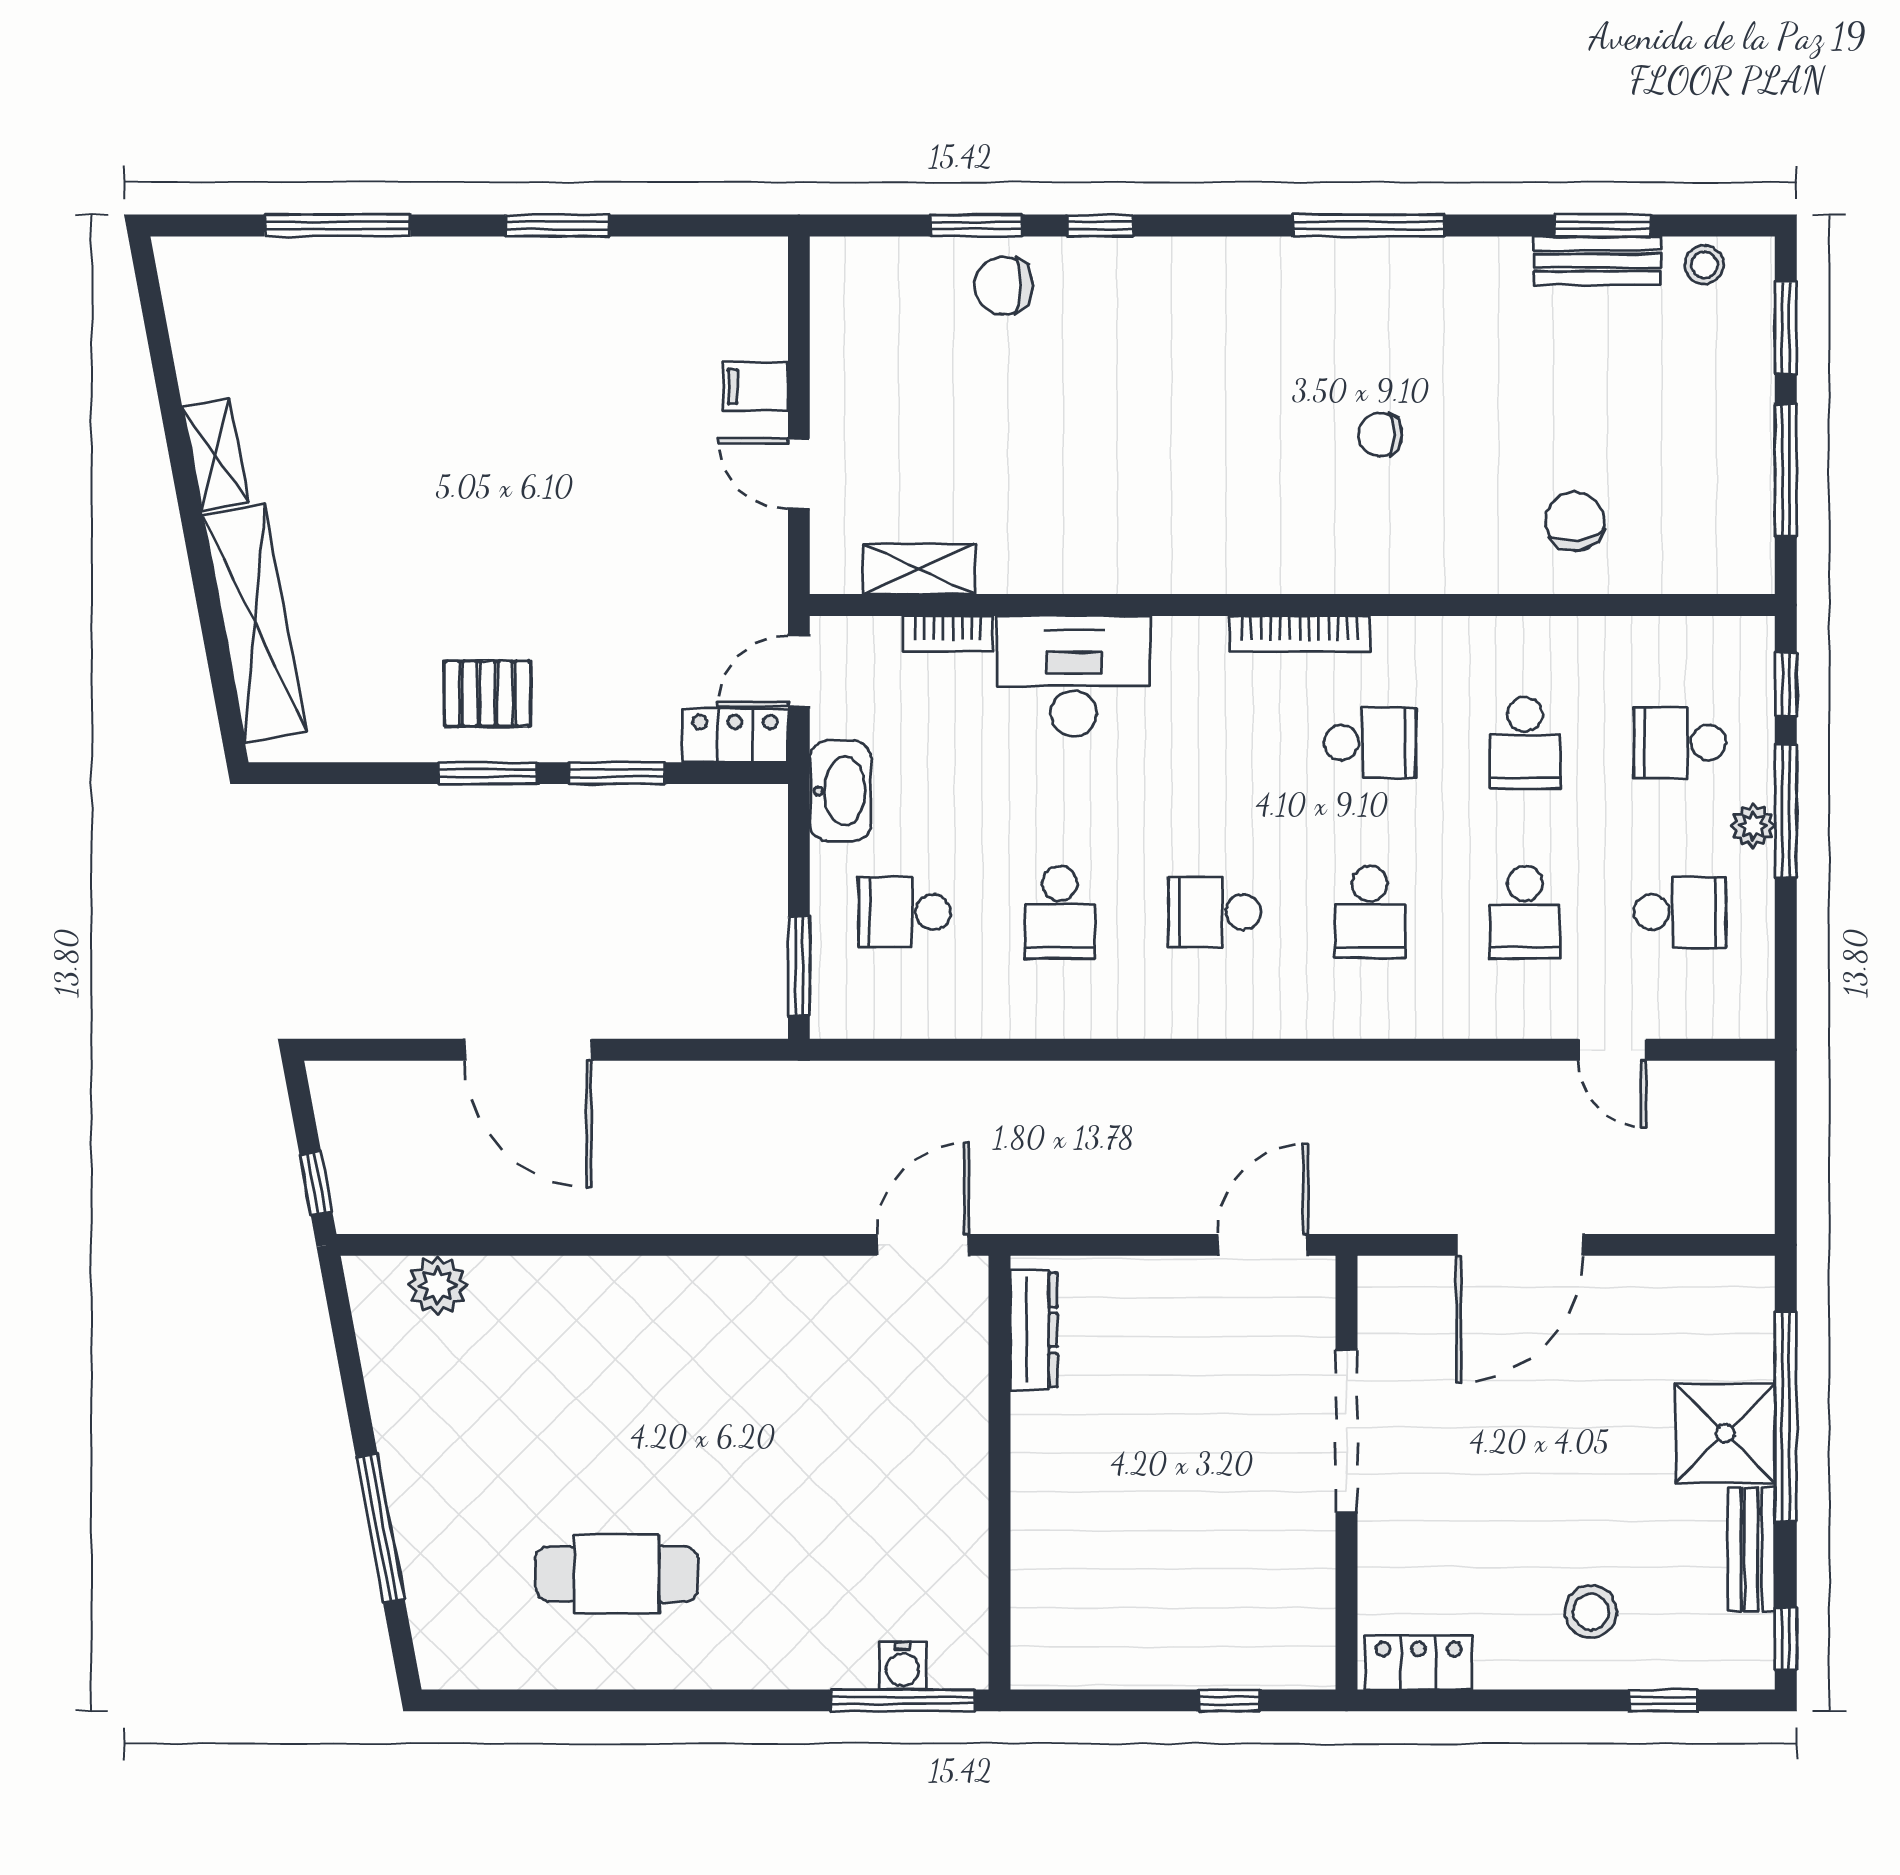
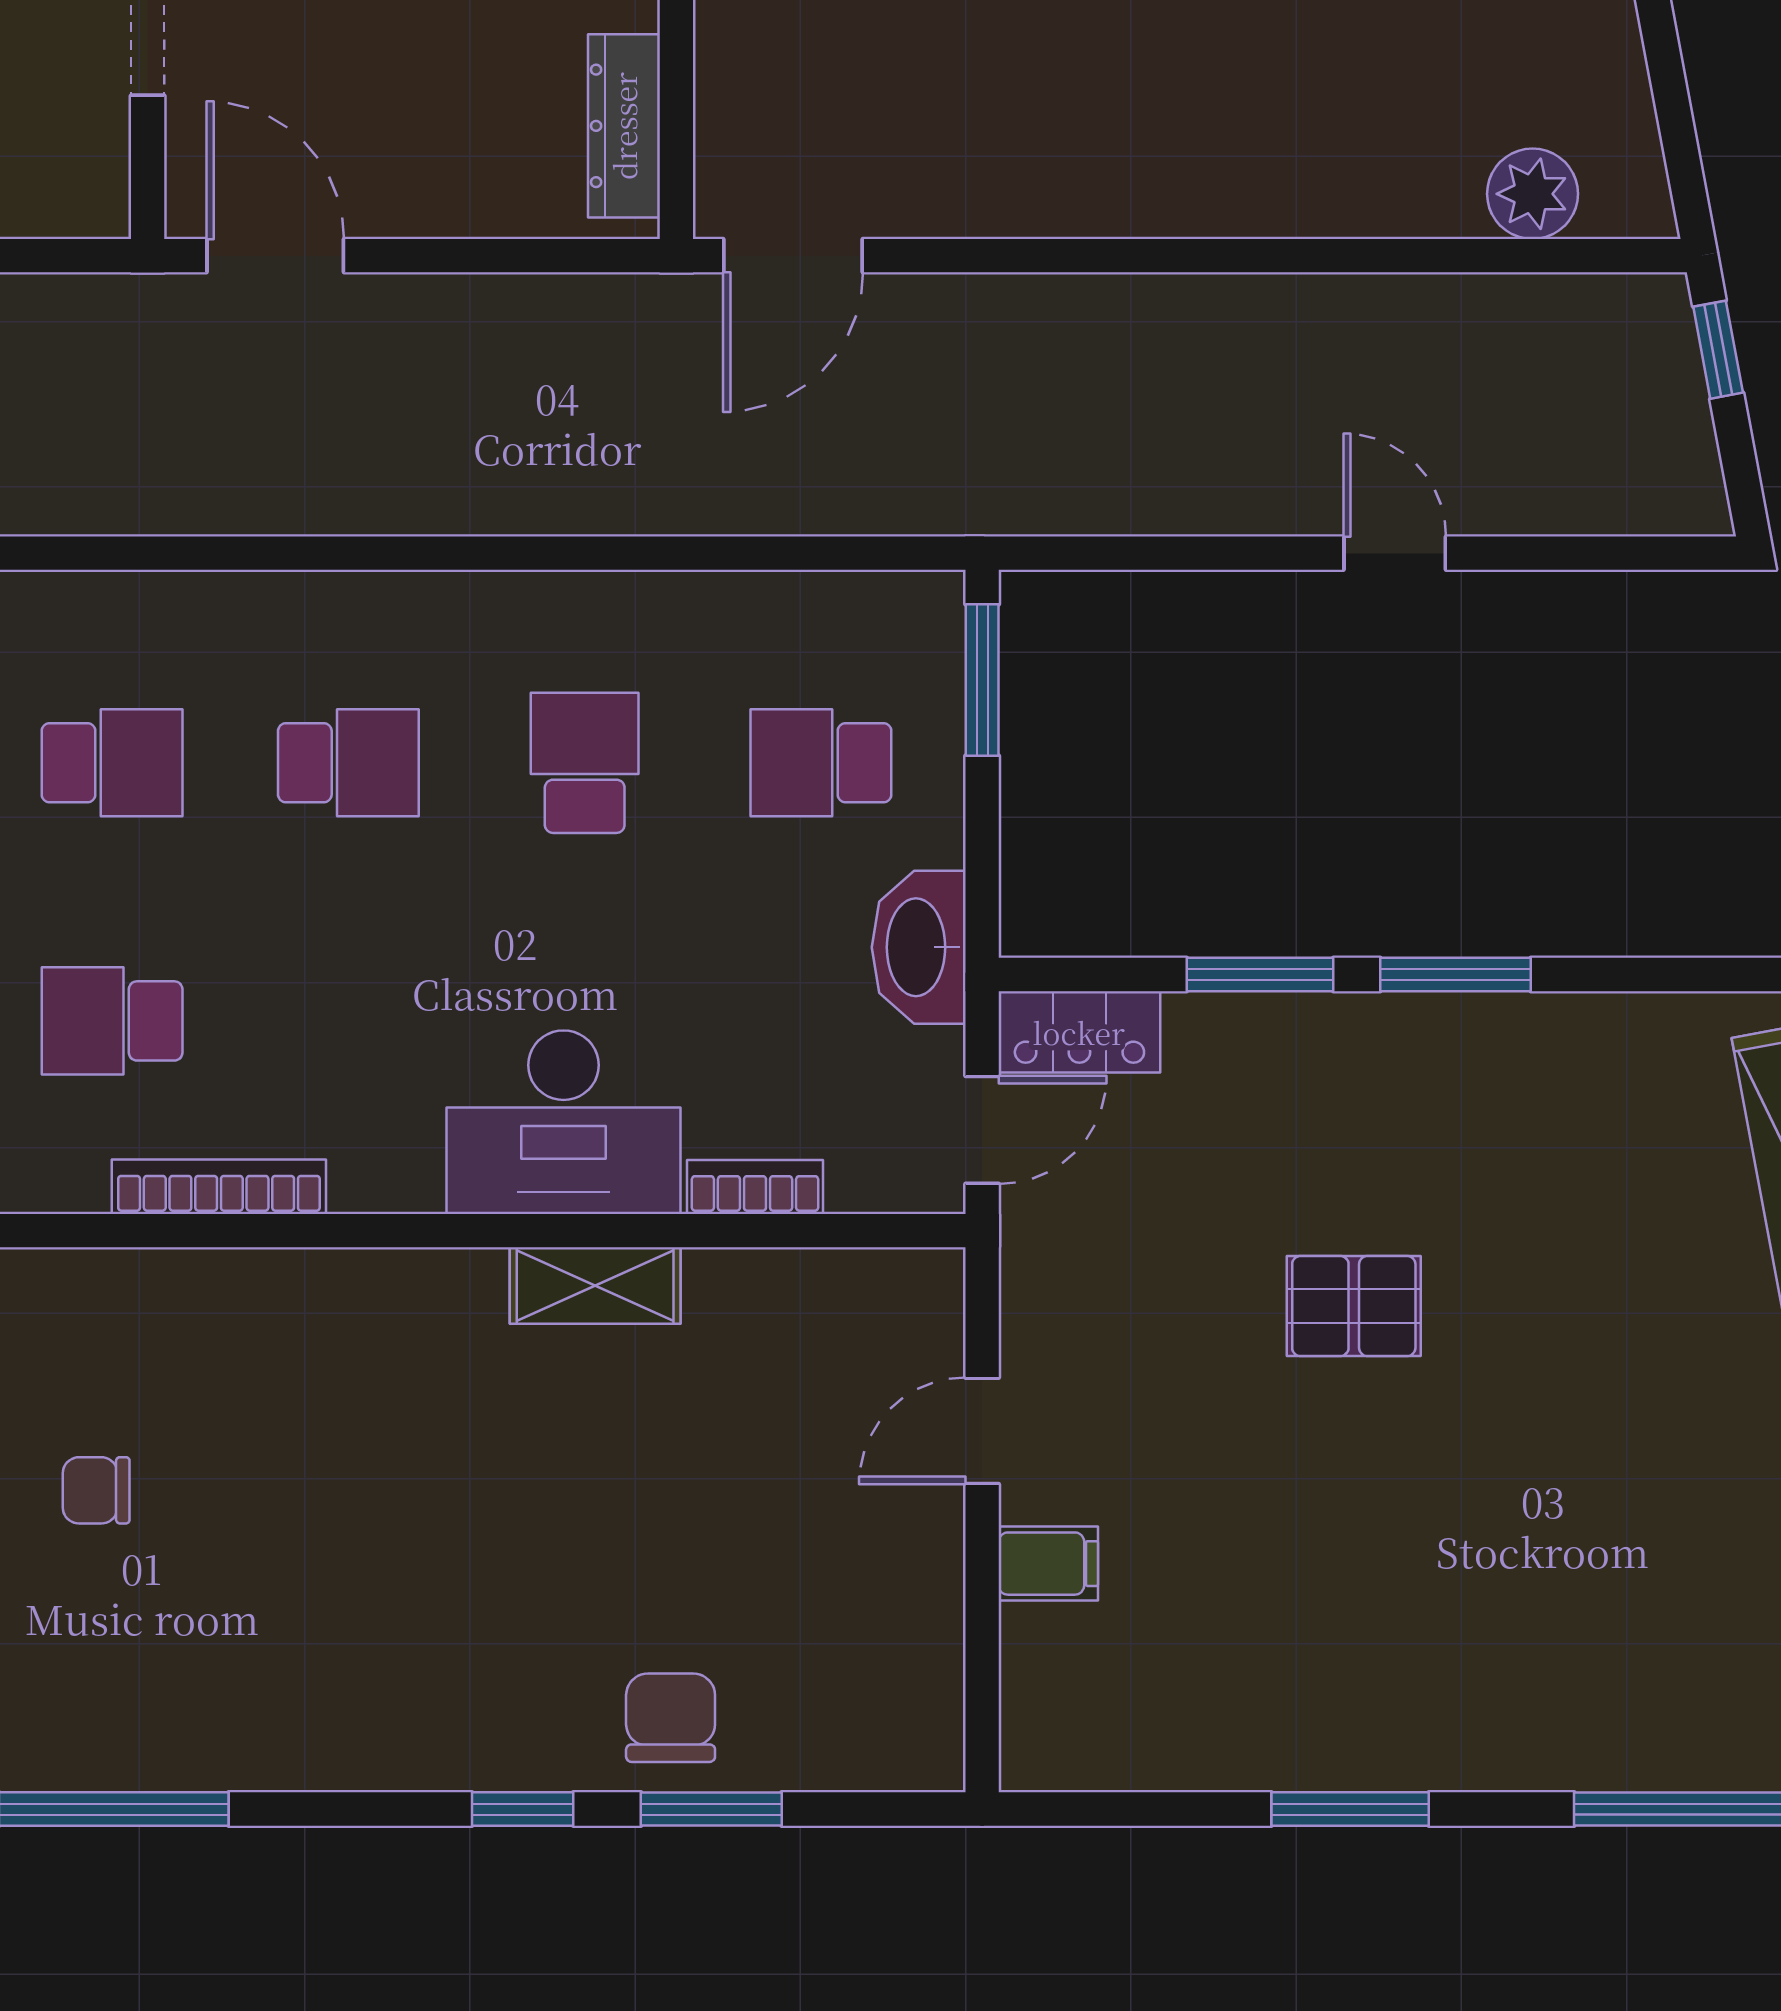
chair: (1003, 285) -> (671, 1718), turned -90
chair: (1380, 435) -> (96, 1490), turned 180
door: (799, 474) -> (982, 1431), swing flipped
shelving: (919, 569) -> (595, 1286), moved
pallet: (488, 694) -> (1354, 1306), moved
school desk: (905, 912) -> (821, 763), turned 180
school desk: (1370, 912) -> (112, 763), turned 90
door: (528, 1050) -> (1395, 553), width x0.53
door: (1263, 1245) -> (275, 256), swing flipped

